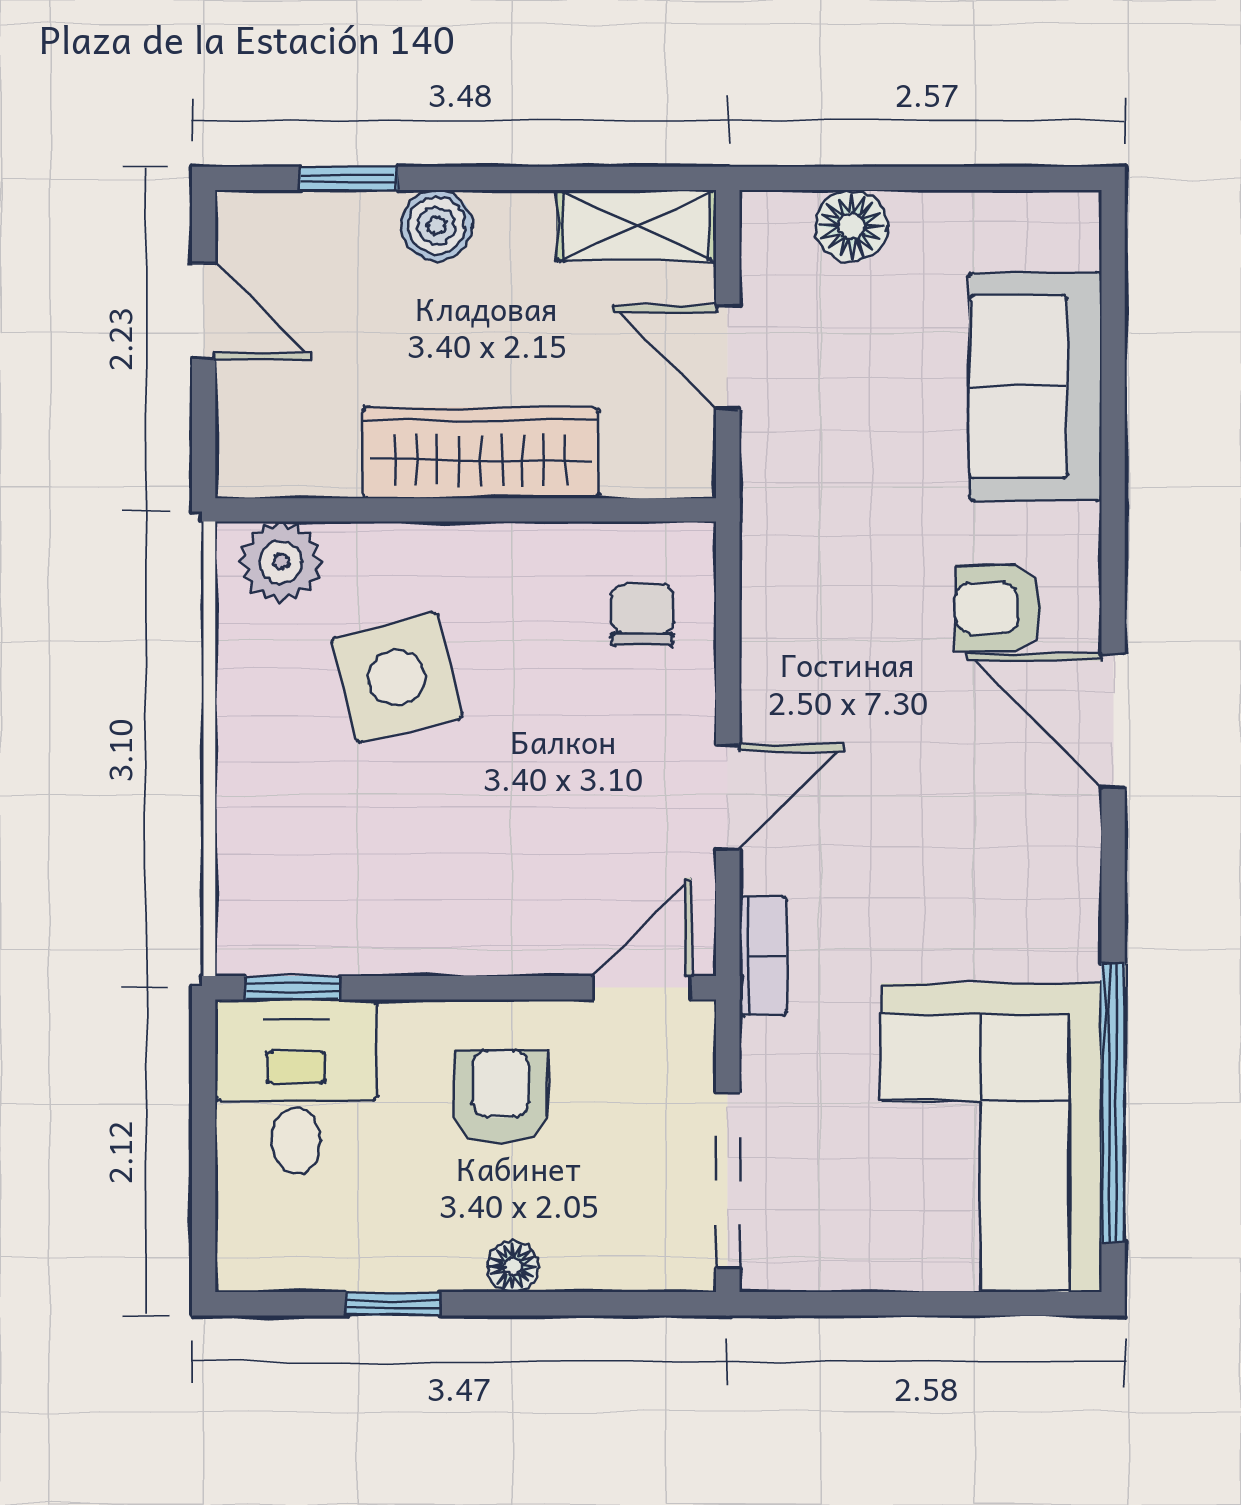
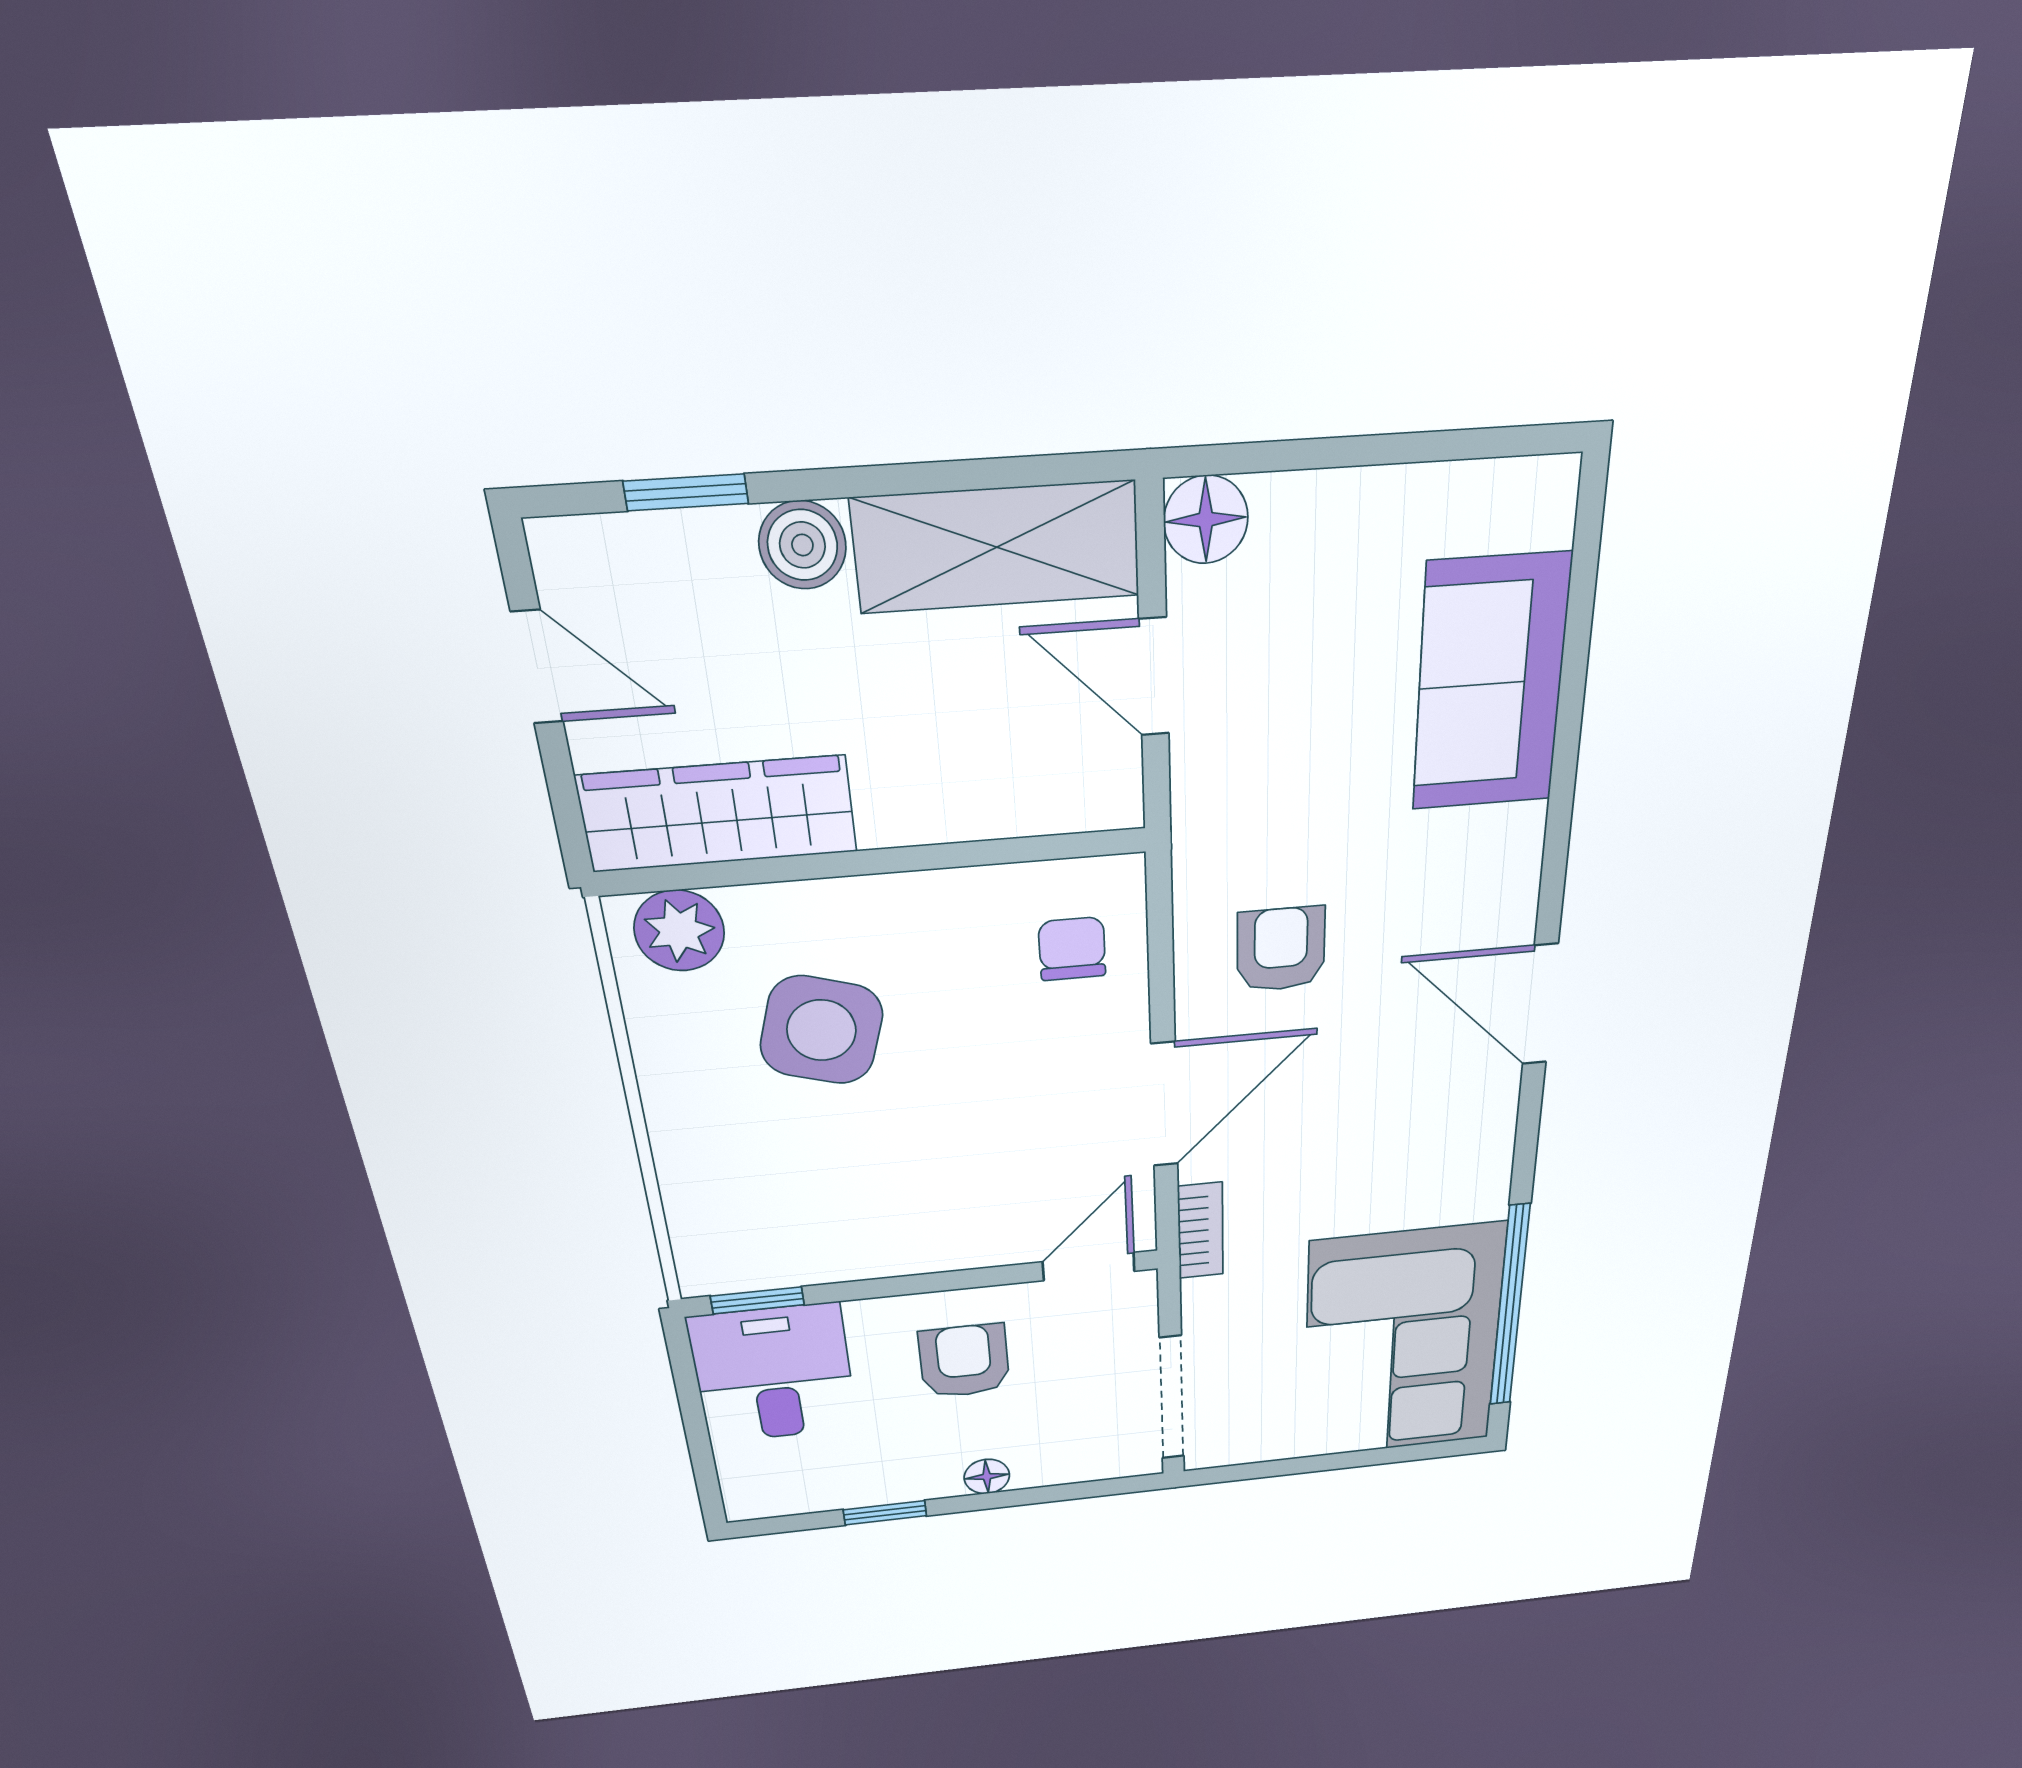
shelving: (637, 226) -> (997, 547), width x1.50, depth x1.33
floor lamp: (851, 226) -> (1206, 520), moved
wardrobe: (481, 453) -> (718, 814), moved
armchair: (998, 608) -> (1281, 949), moved, turned 90
side table: (397, 678) -> (821, 1030), turned 31
door: (728, 797) -> (1164, 1105), width x1.38

